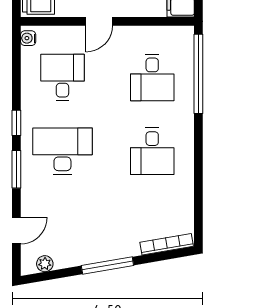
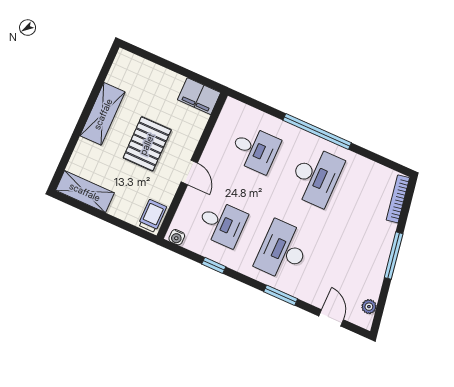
window: (198, 74) -> (317, 131), moved
desk: (62, 78) -> (222, 223), turned 180
window: (16, 123) -> (214, 265), moved
desk: (152, 151) -> (316, 177), width x1.37

